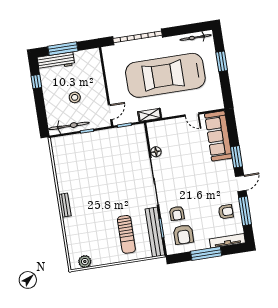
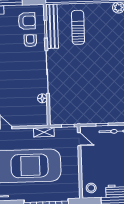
stool: (75, 97) -> (91, 188), moved
door: (110, 112) -> (79, 139), swing flipped
armchair: (183, 234) -> (27, 21), turned 90

